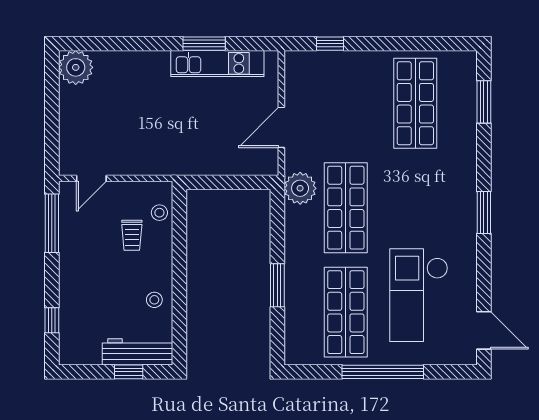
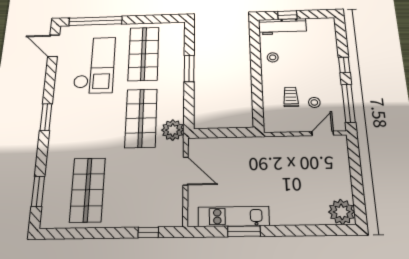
door: (281, 127) -> (186, 171), hinge flipped
stool: (159, 213) -> (314, 102), moved
window: (52, 320) -> (344, 65), moved
window: (383, 372) -> (95, 21), moved

